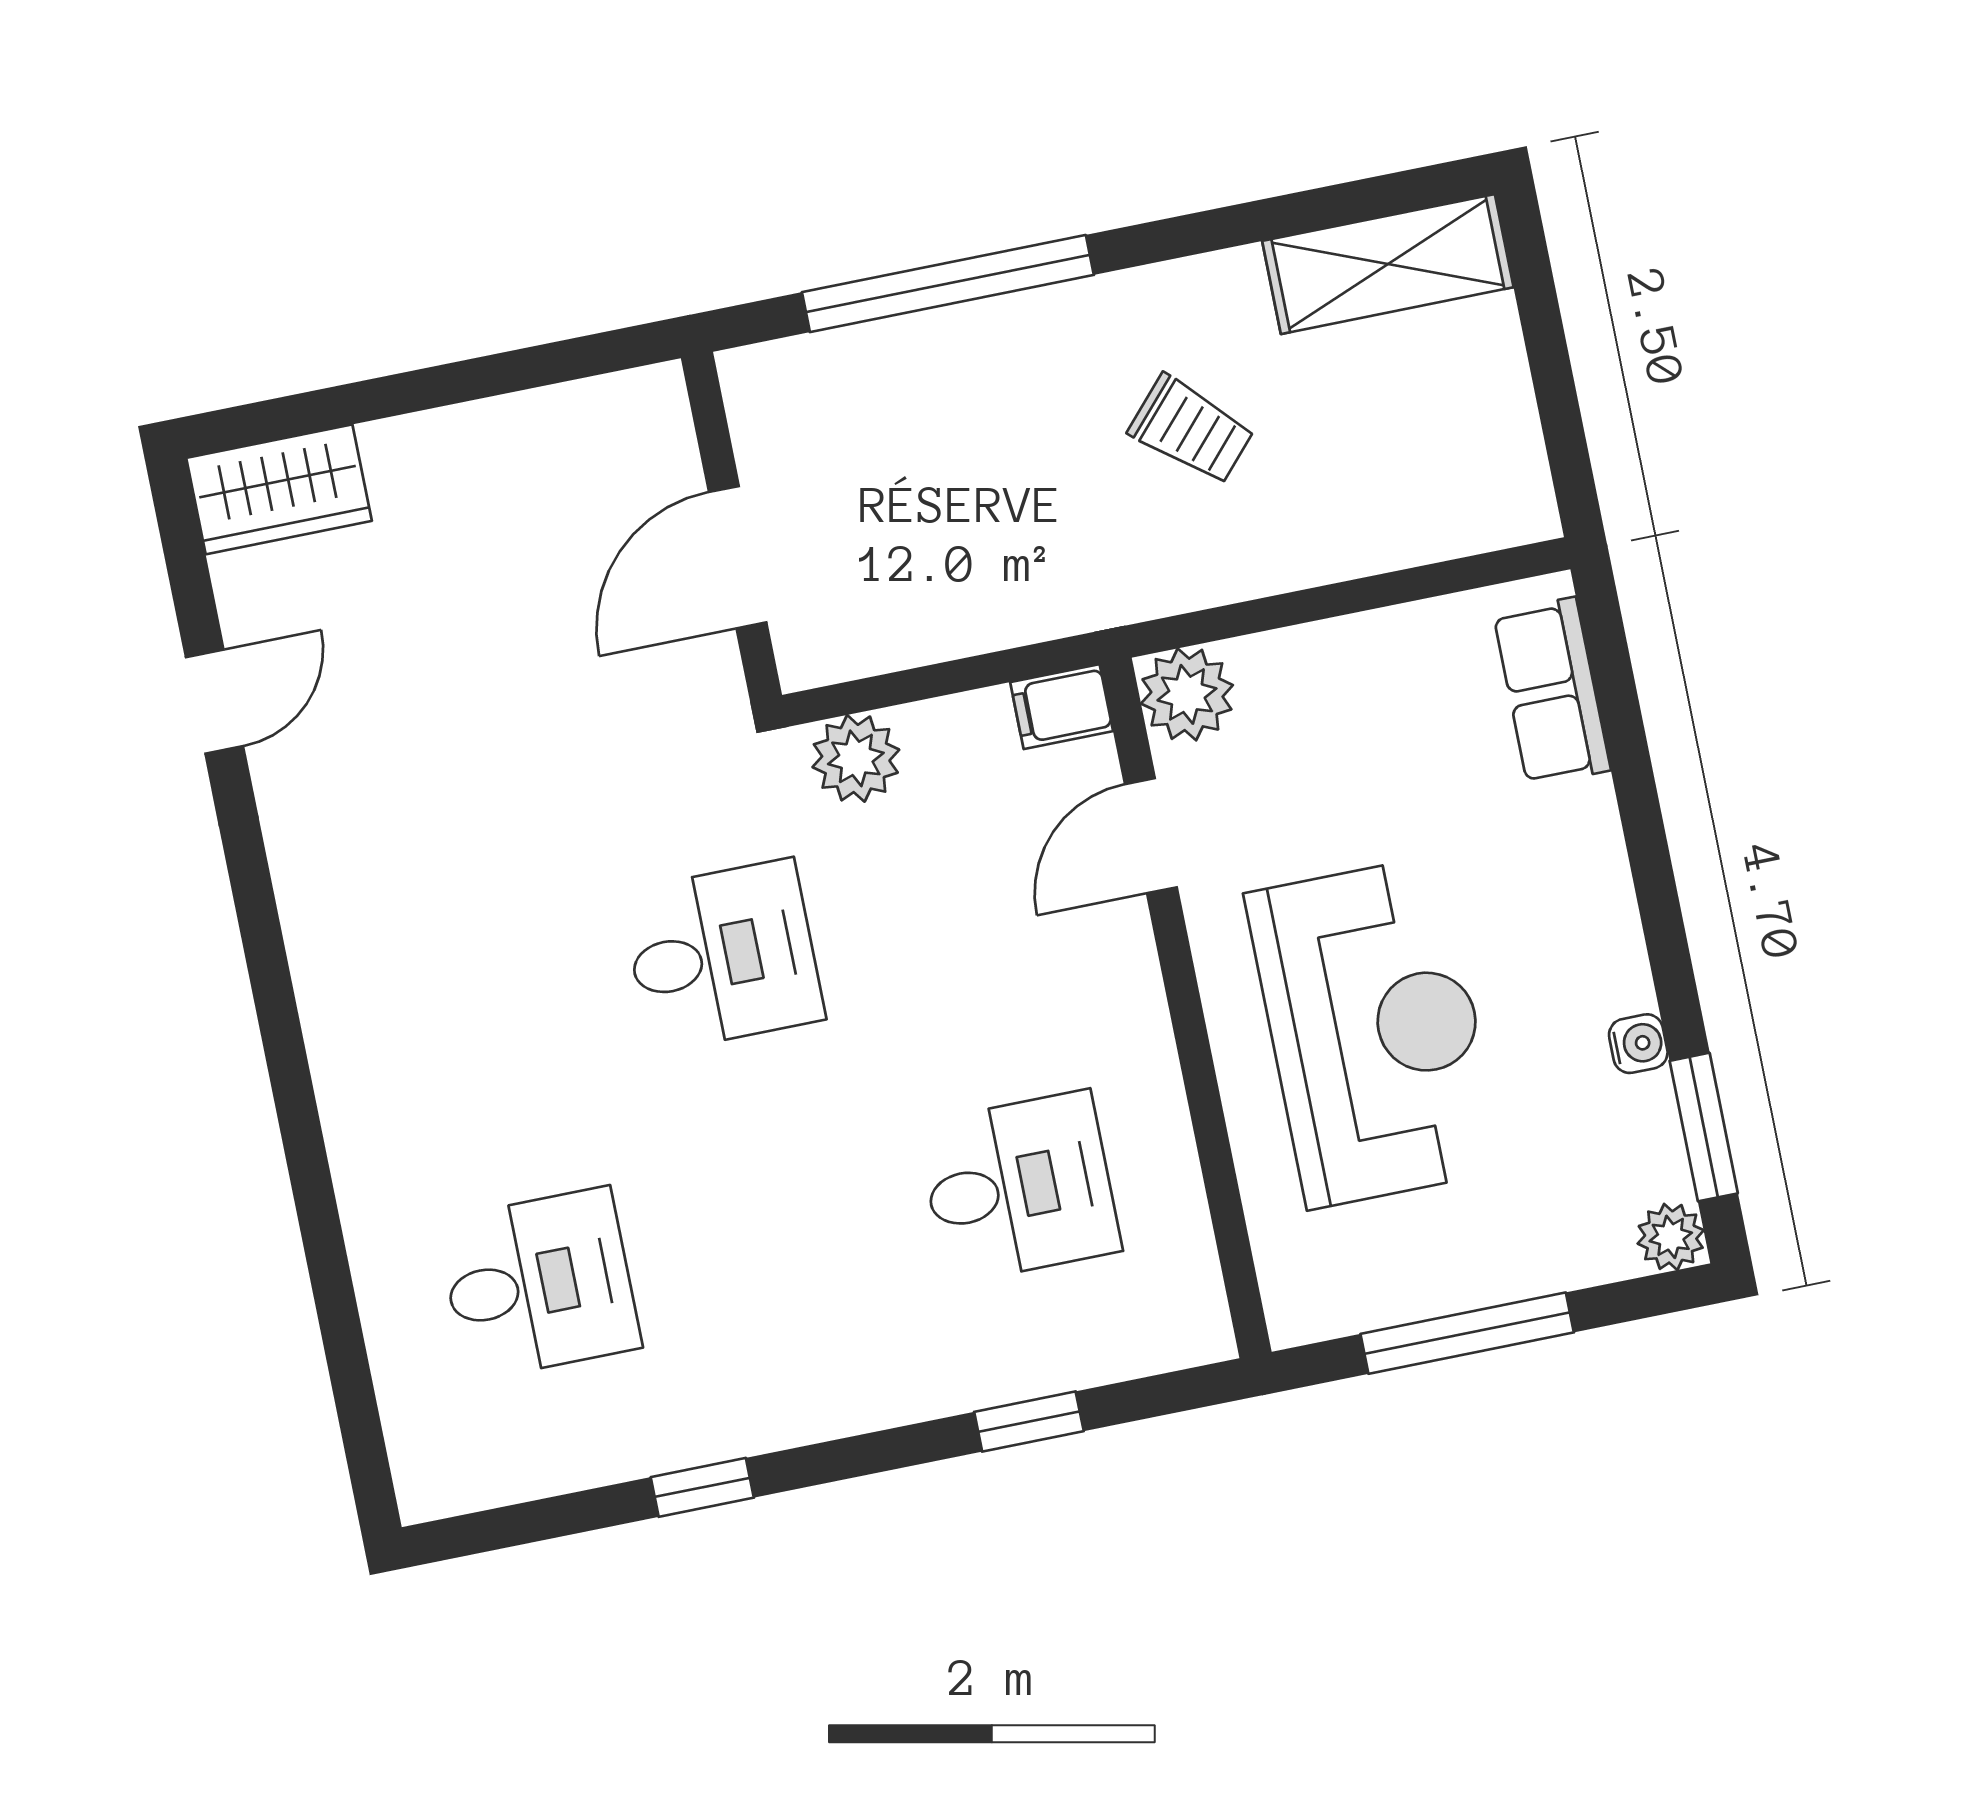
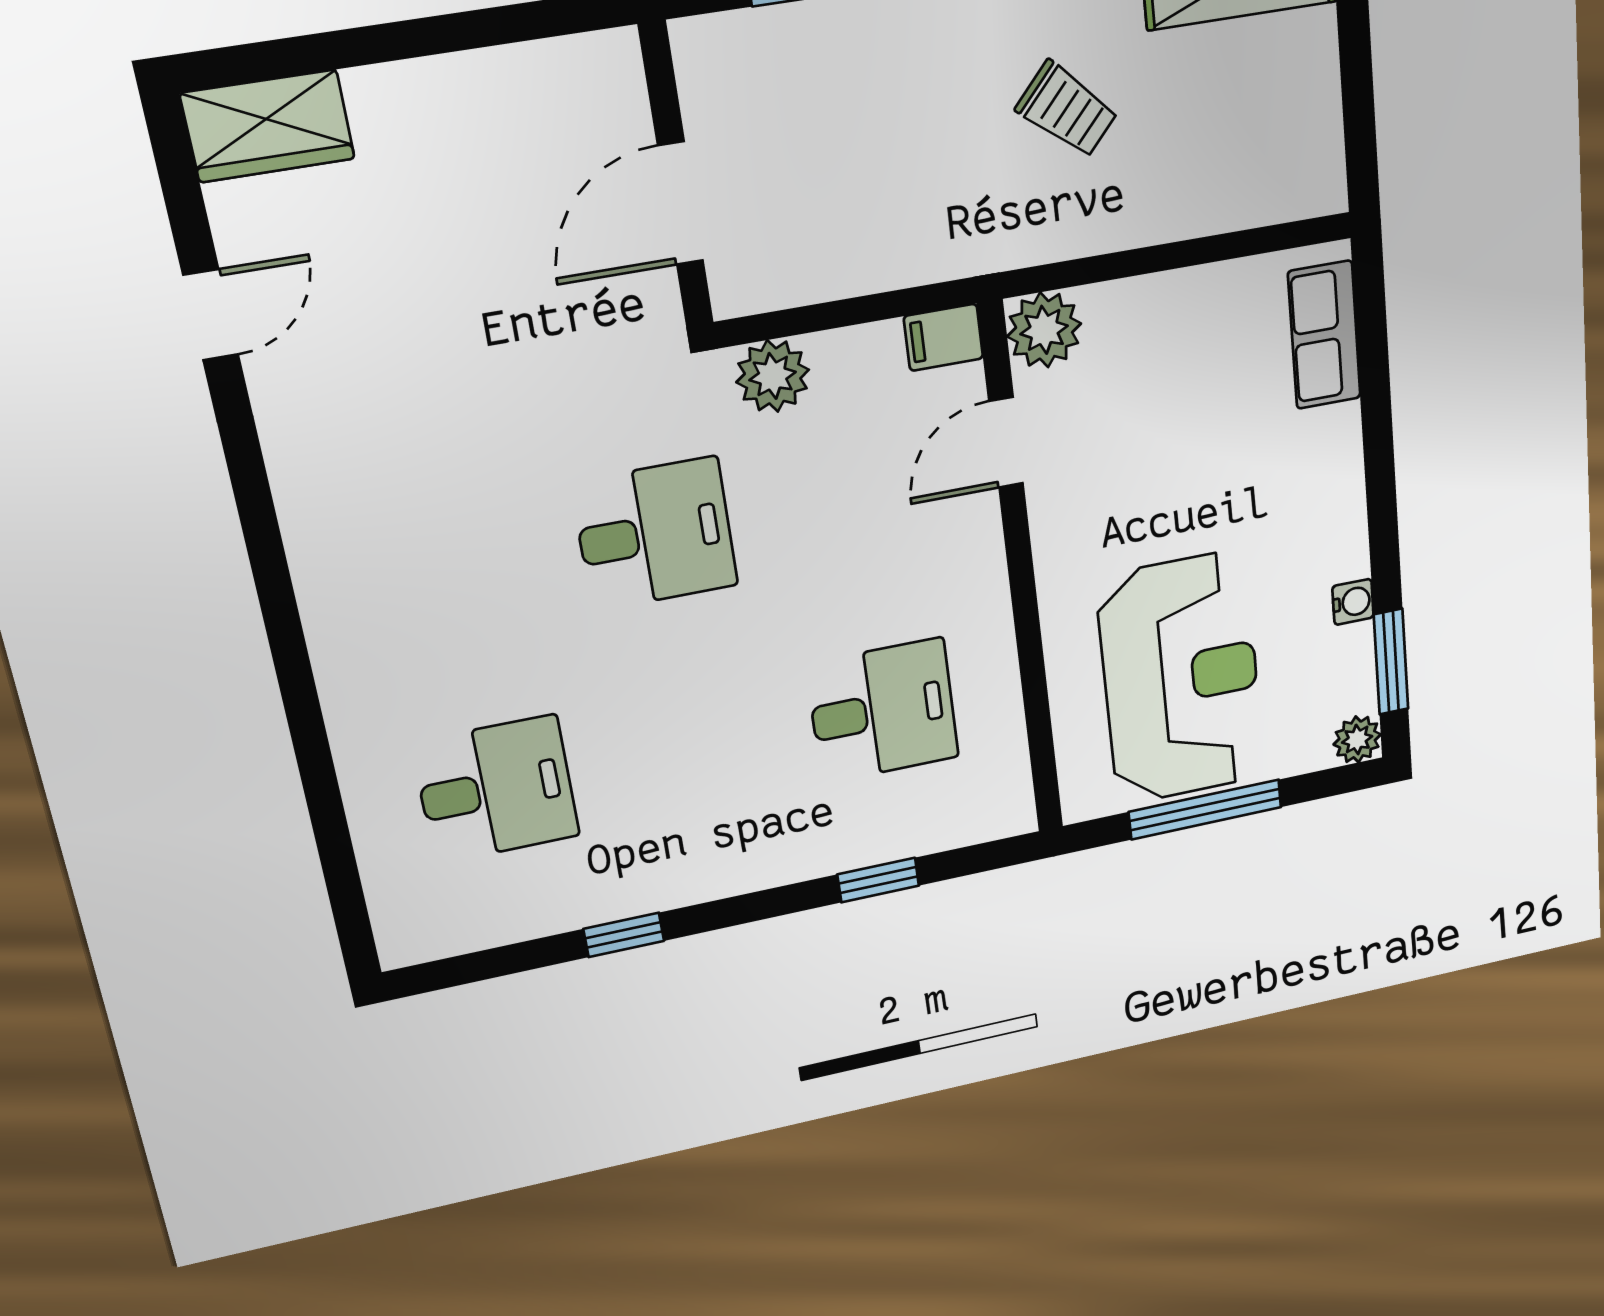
reception desk: (1375, 1032) -> (1181, 679), moved

